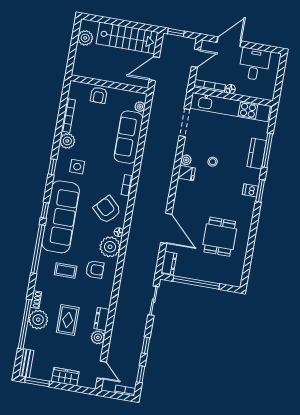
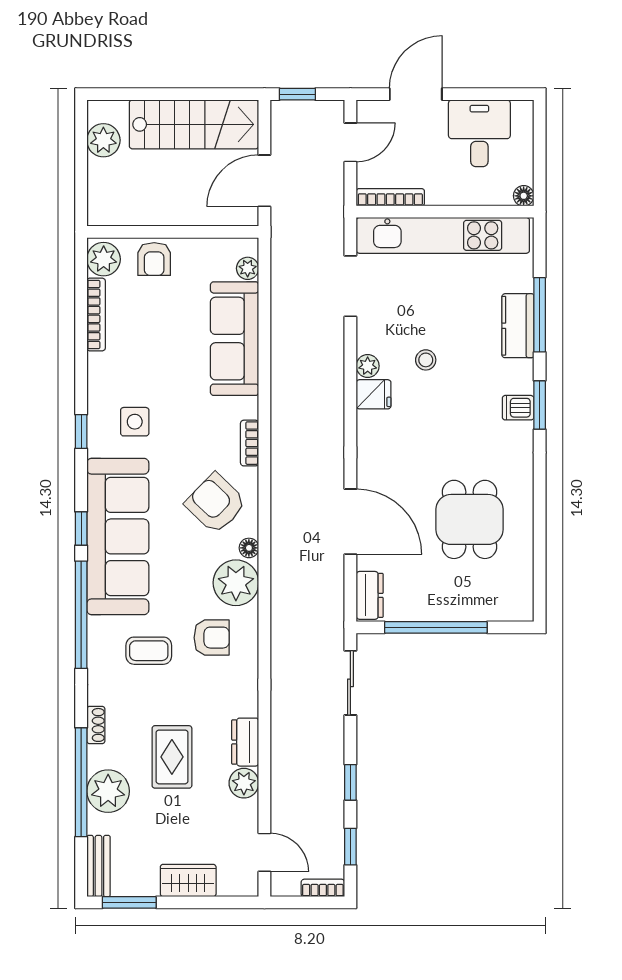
floor lamp: (231, 89) -> (524, 196), moved
plant: (67, 141) -> (104, 259), moved
plant: (38, 320) -> (108, 791), moved

